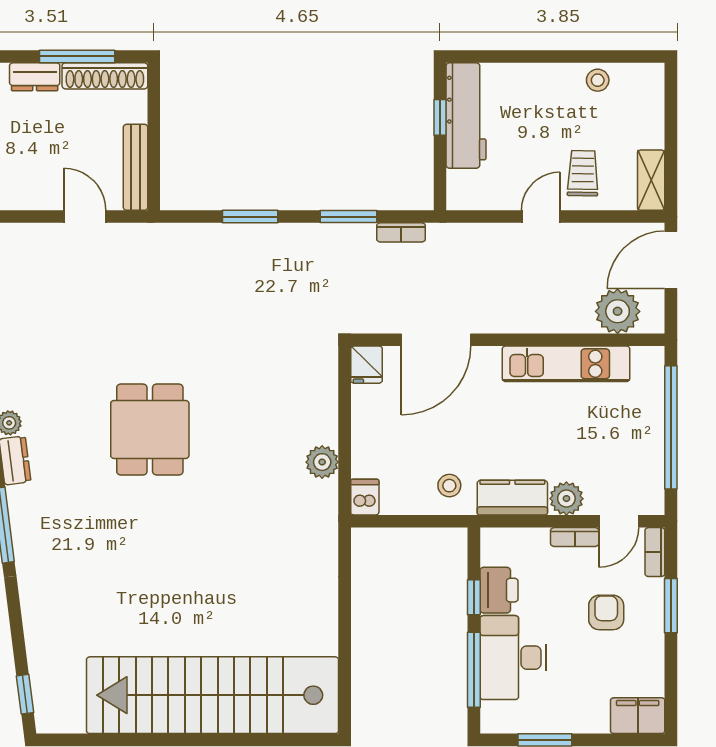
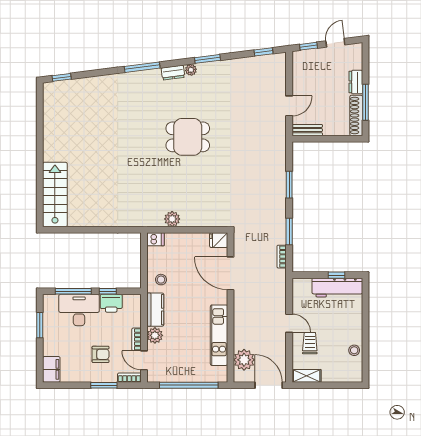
bench: (136, 167) -> (307, 130), width x0.73
trolley: (583, 173) -> (310, 343), turned -91
stairs: (213, 695) -> (55, 194), width x0.54, depth x0.66

